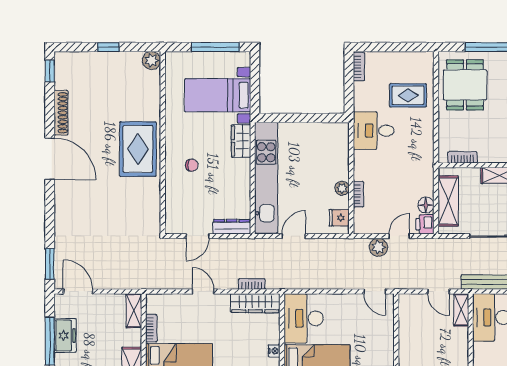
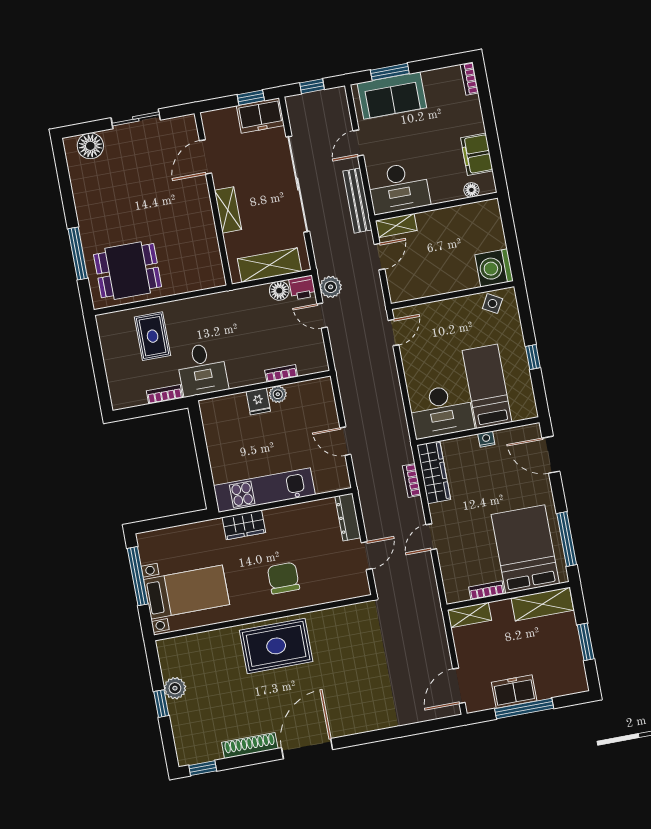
plant: (152, 60) -> (175, 688), moved
bookcase: (359, 67) -> (164, 394), moved
bed with nightstands: (218, 95) -> (187, 592), moved, turned -90
bookcase: (462, 157) -> (214, 258), removed
chair: (192, 165) -> (283, 578), width x1.87, depth x1.87
kitchen unit: (266, 178) -> (264, 490), width x0.73
fridge: (339, 218) -> (258, 401), moved
door: (198, 236) -> (367, 556), hinge flipped
plant: (378, 247) -> (331, 287), moved
window: (50, 264) -> (432, 726), removed

